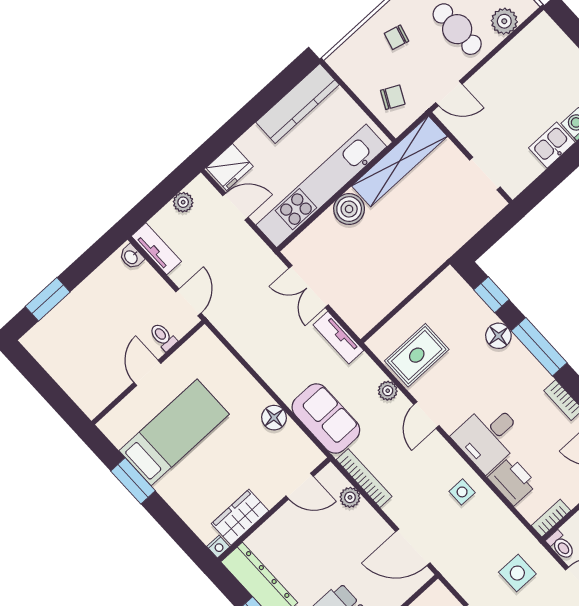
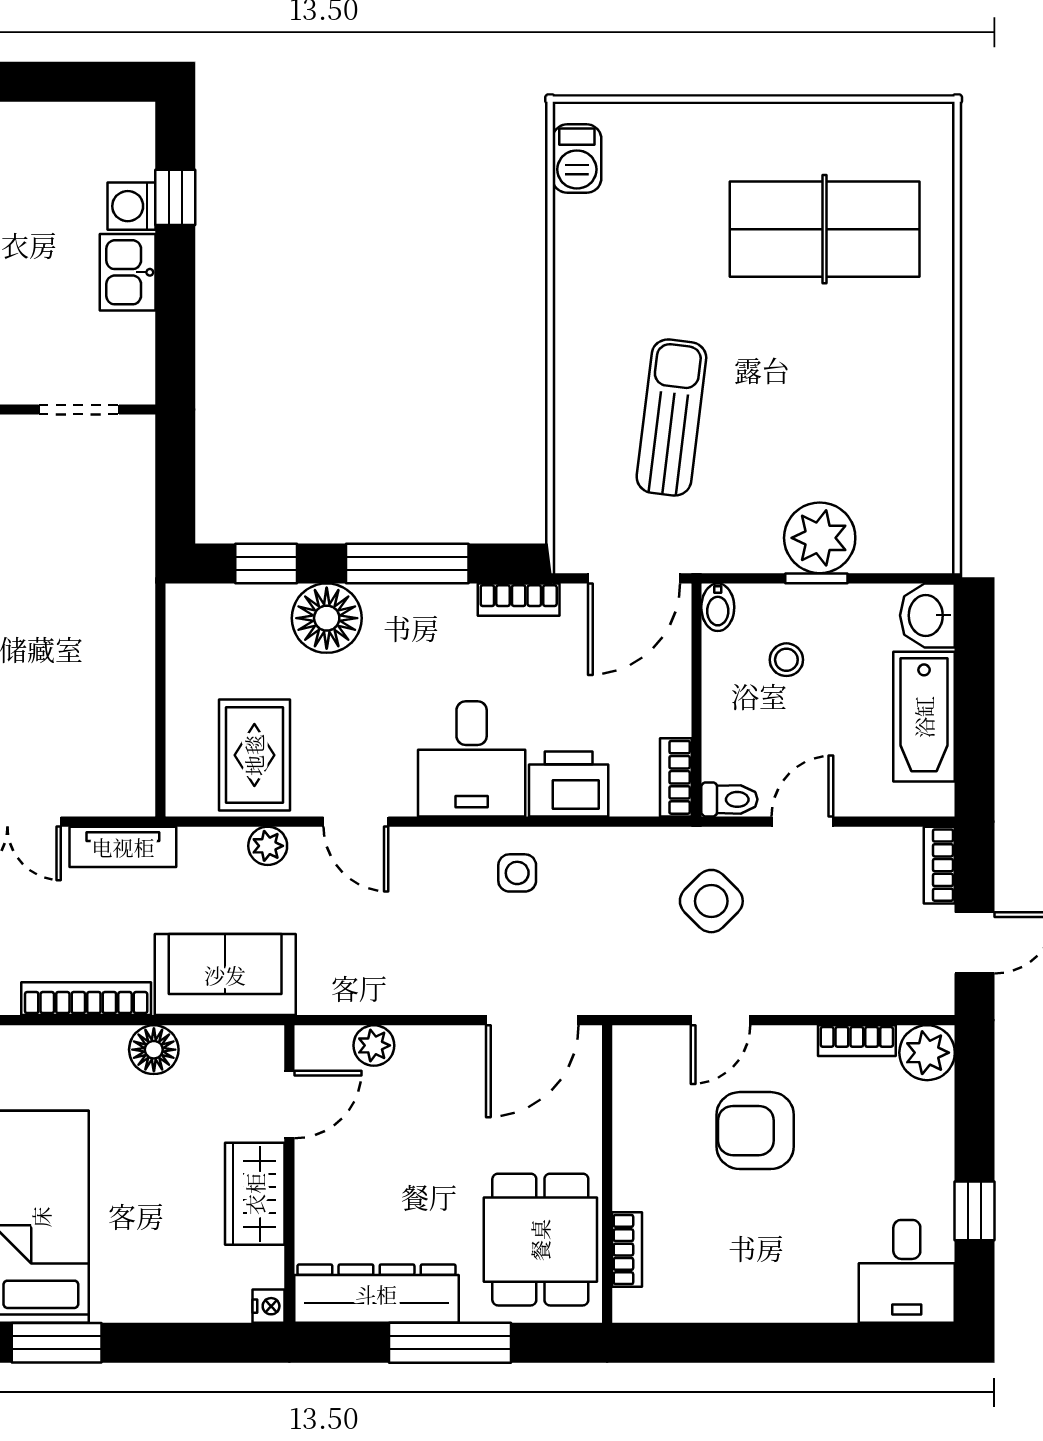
floor lamp: (498, 336) -> (327, 618), width x1.38, depth x1.38
bookcase: (364, 478) -> (86, 999), moved
wardrobe: (240, 517) -> (255, 1194), moved
side table: (517, 573) -> (711, 901), turned 45

